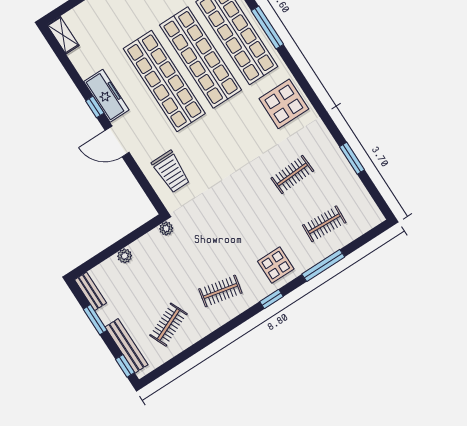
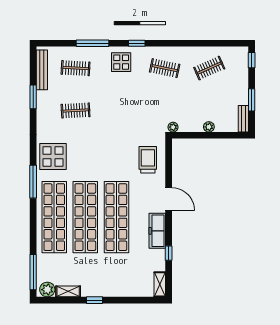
window: (267, 28) -> (33, 182), moved
window: (95, 107) -> (169, 253), moved
bench: (127, 346) -> (42, 70), moved

